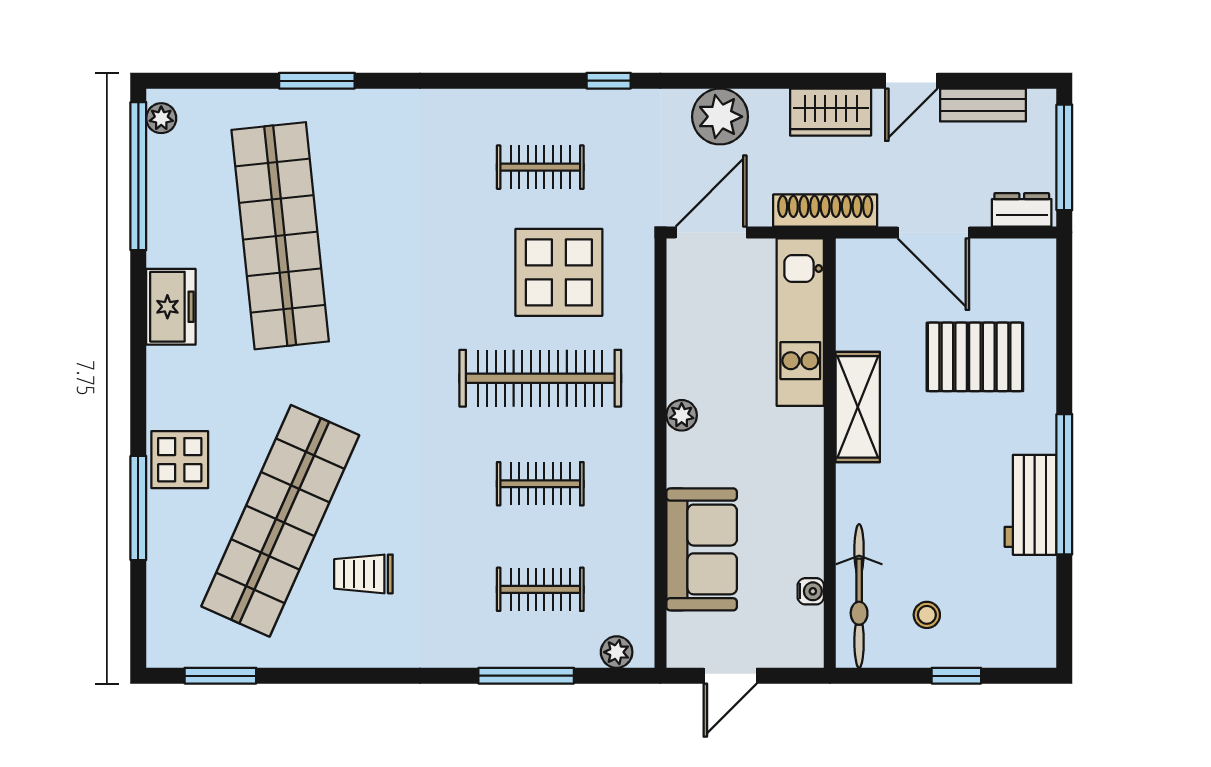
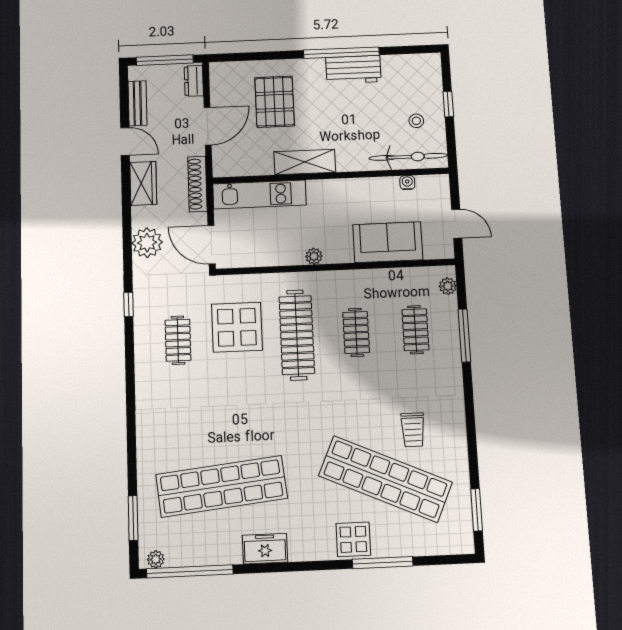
window: (317, 81) -> (133, 518), moved

